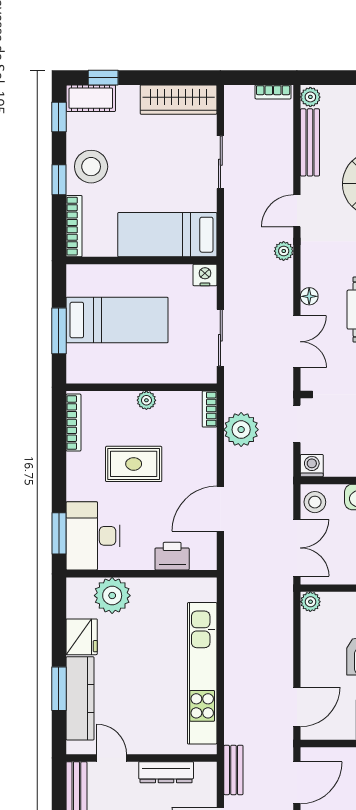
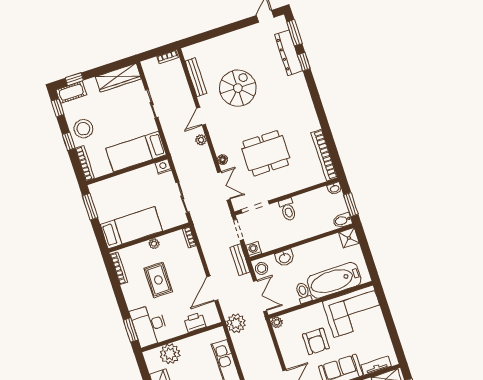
plant: (310, 97) -> (188, 53), removed
bed: (117, 320) -> (131, 228), moved
window: (59, 331) -> (90, 207), moved
plant: (241, 430) -> (236, 323), moved
rug: (134, 464) -> (158, 280), turned 90
bench: (283, 475) -> (240, 260), added

